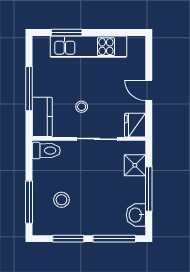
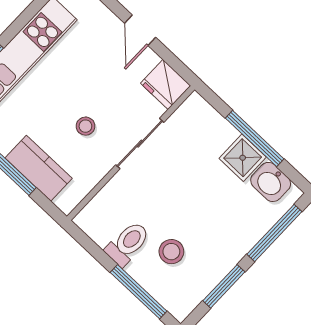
door: (149, 90) -> (140, 30), hinge flipped
kitchen counter: (42, 117) -> (39, 168), moved
toilet: (46, 151) -> (128, 244), moved
shower: (135, 165) -> (243, 158), moved

